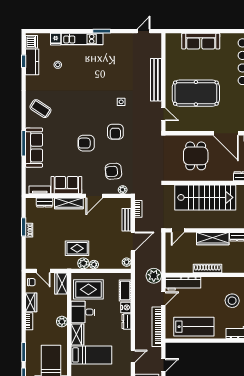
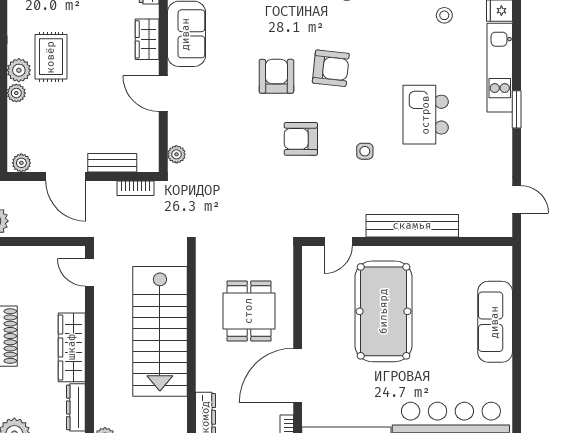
kitchen island: (104, 74) -> (426, 115), added
dining table: (196, 156) -> (249, 311), turned 90
armchair: (113, 171) -> (331, 68), moved, turned 101
wardrobe: (69, 203) -> (147, 39), width x0.67

